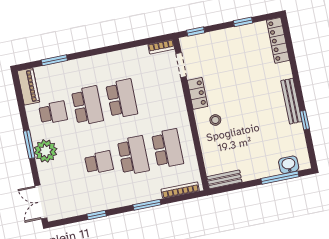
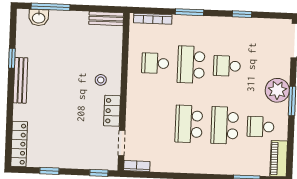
school desk: (168, 148) -> (155, 63), width x0.54

